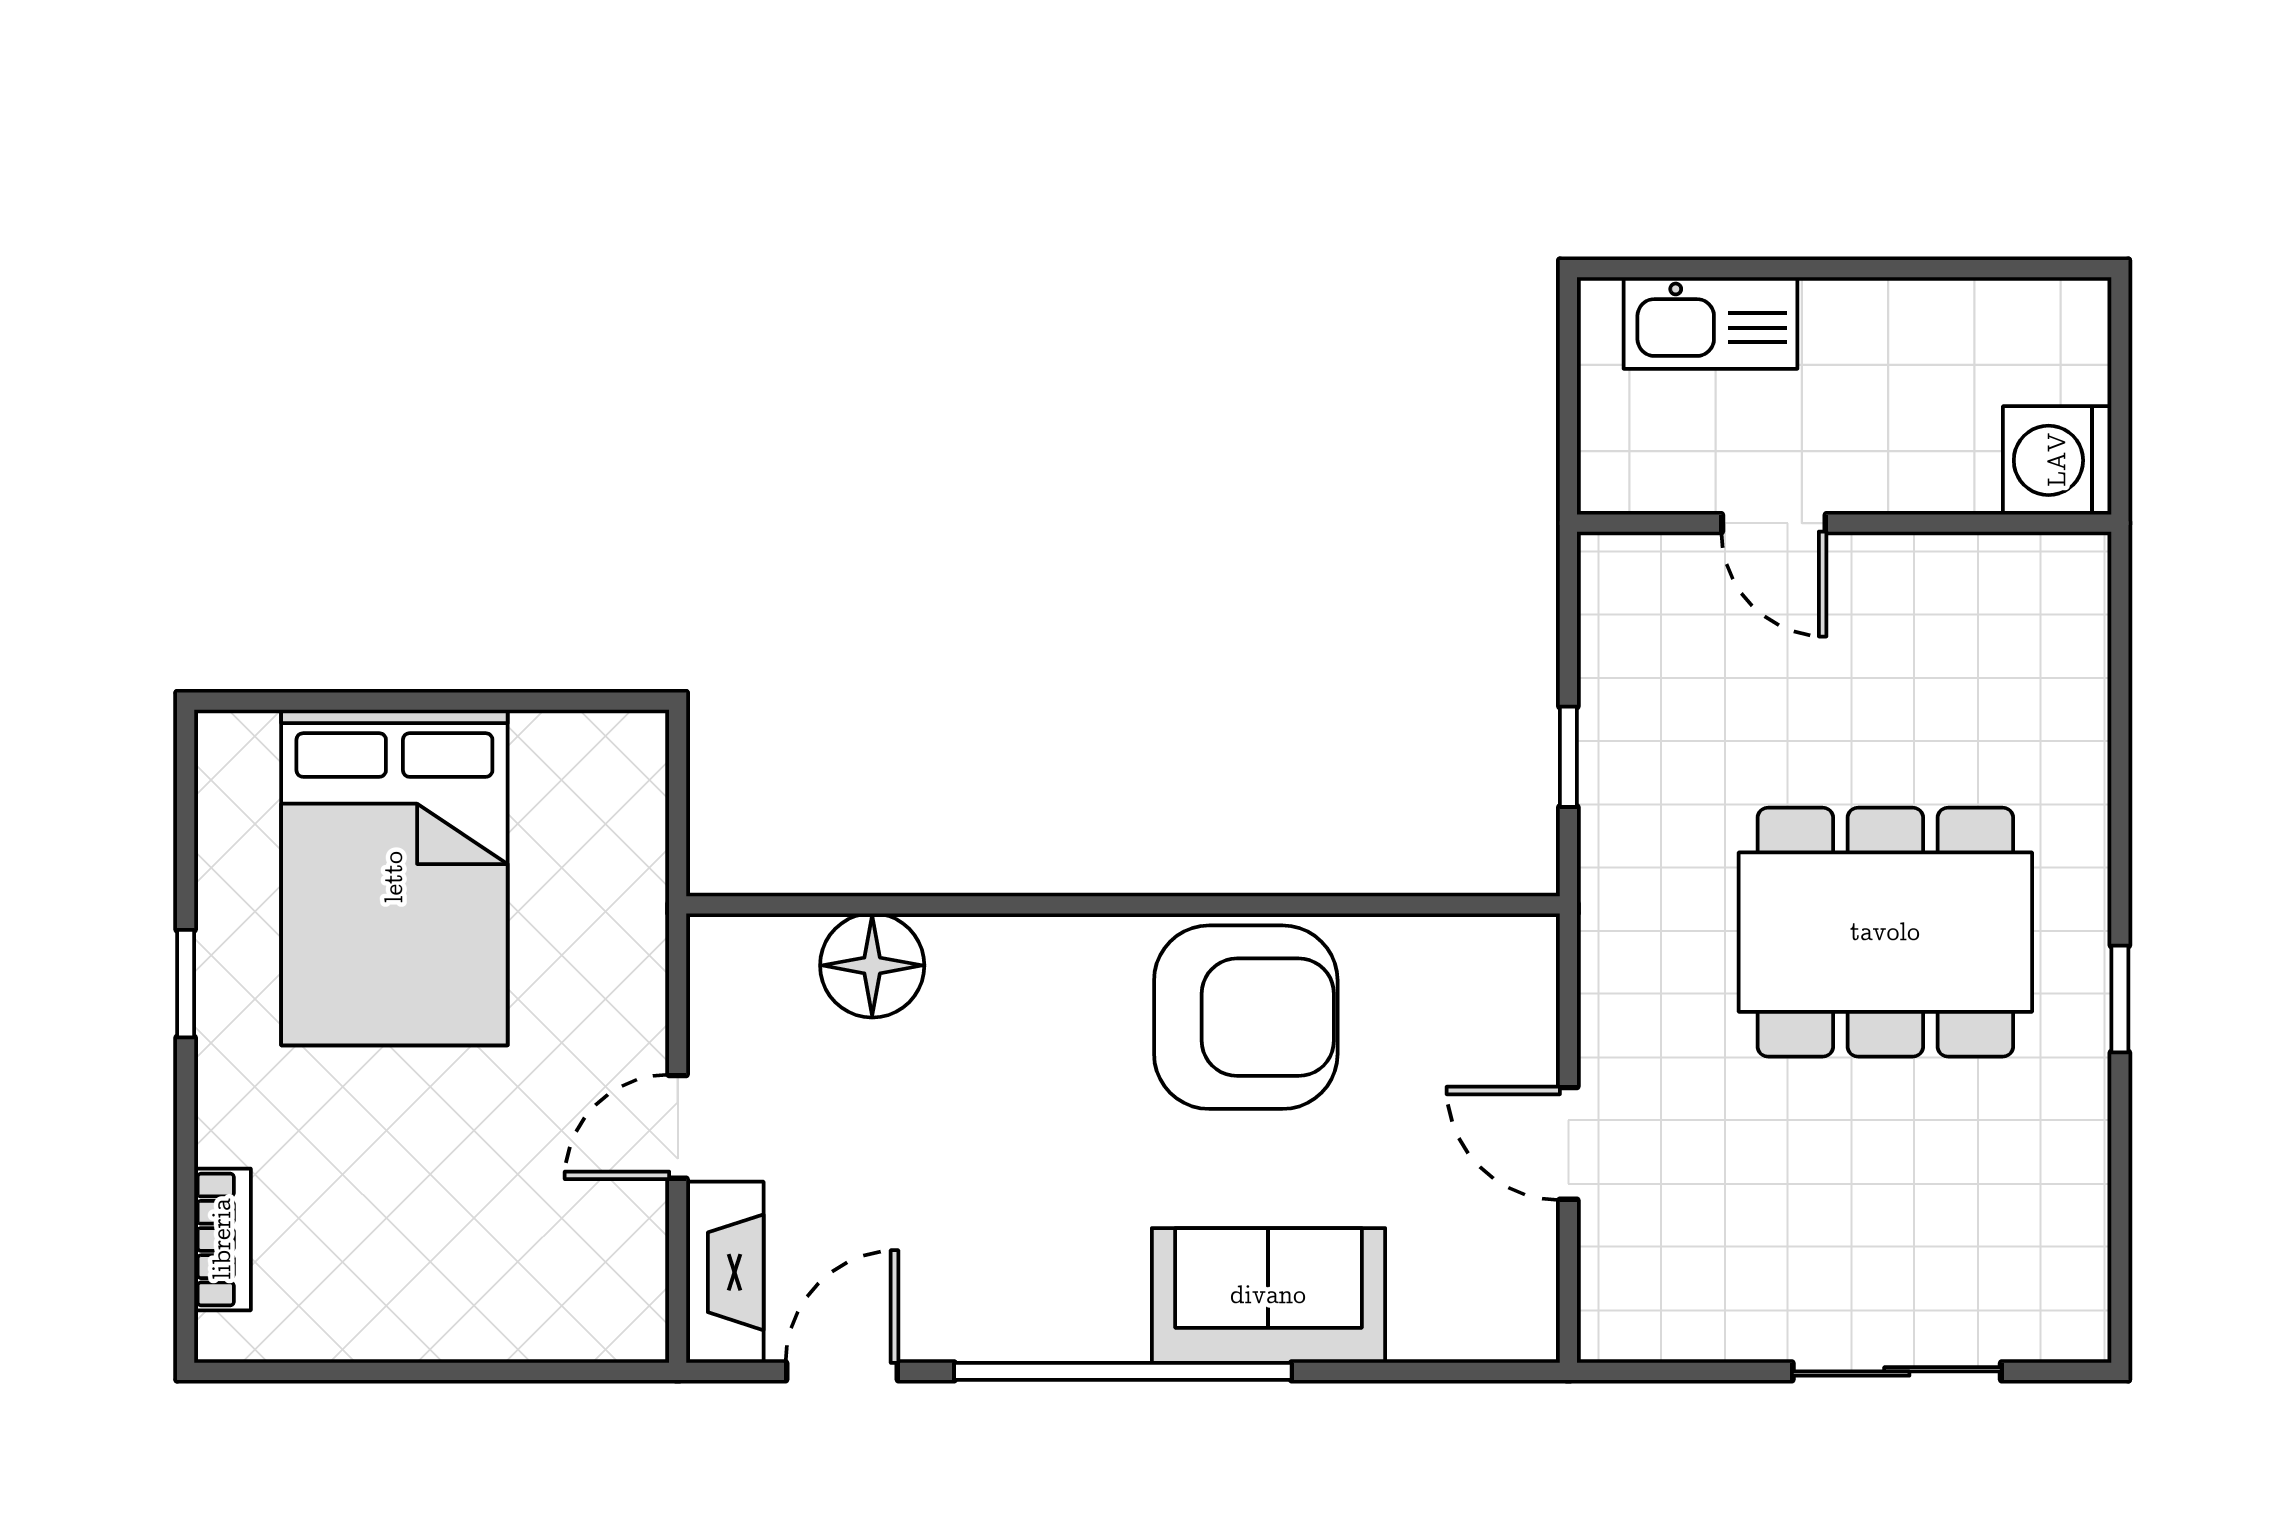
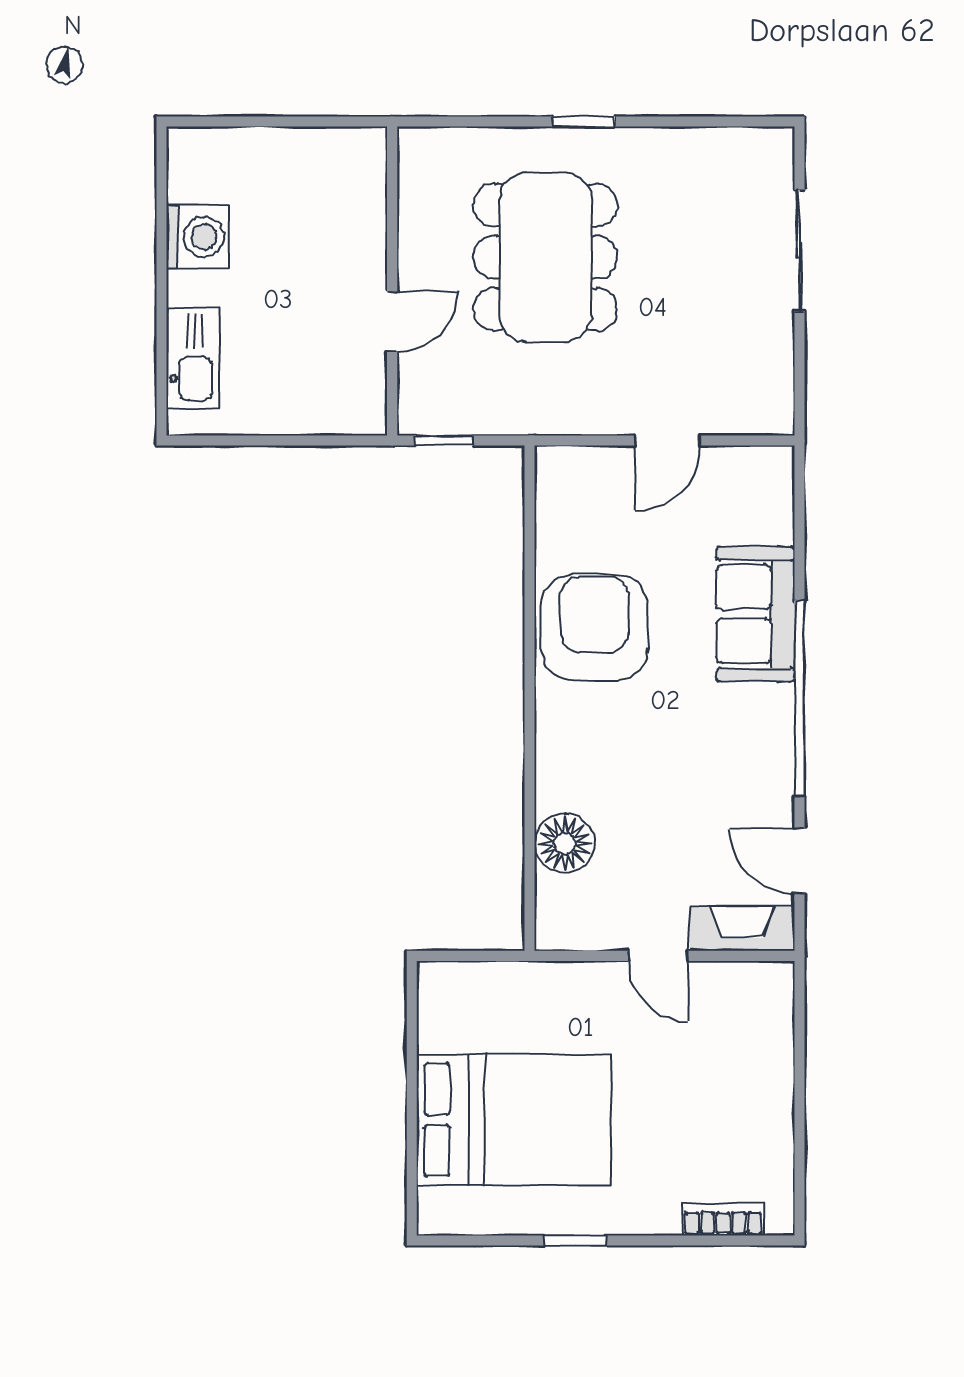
washing machine: (2057, 460) -> (198, 237), moved, turned -90
door: (1774, 523) -> (392, 322), moved
wall: (1844, 523) -> (392, 281), moved

